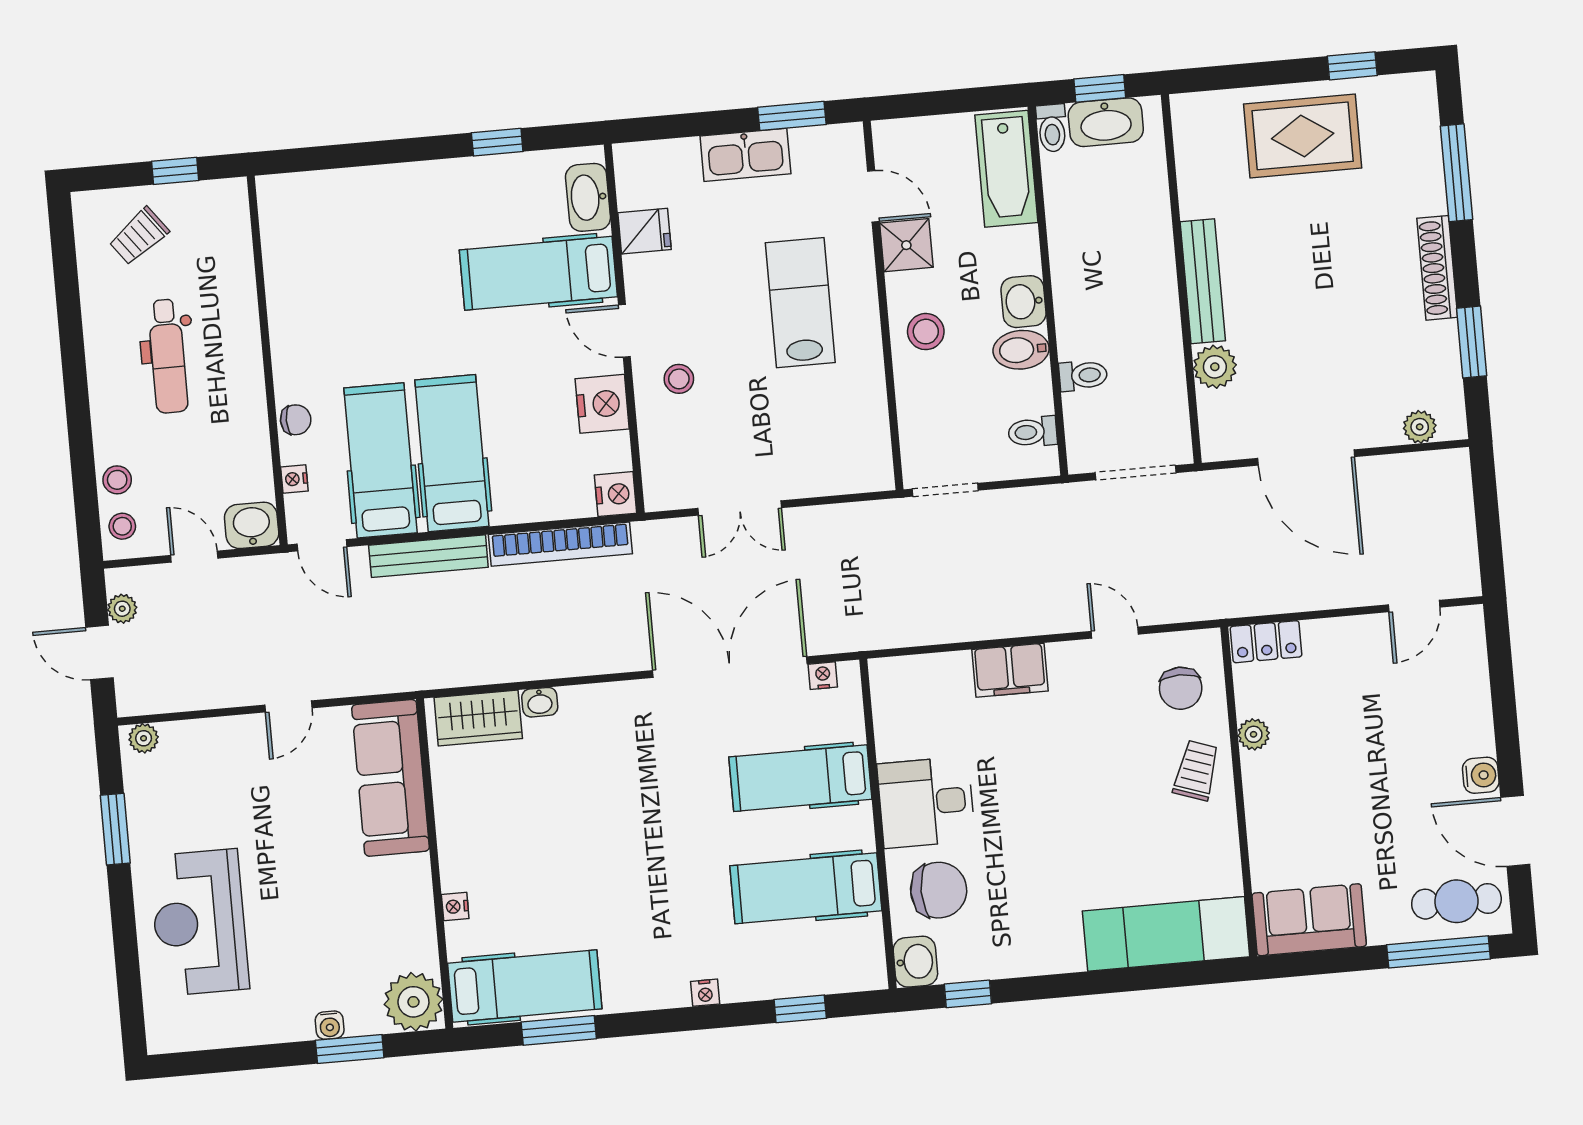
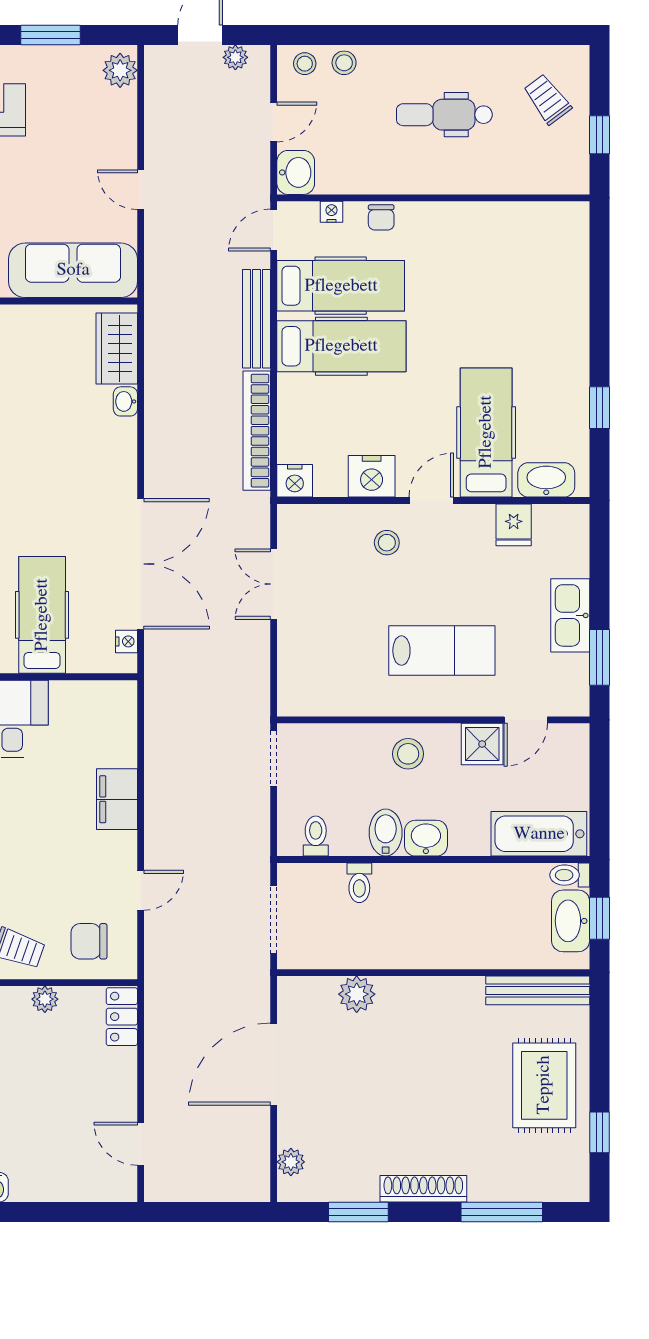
bench: (1203, 281) -> (538, 990), moved
plant: (144, 738) -> (120, 70), width x1.38, depth x1.38

